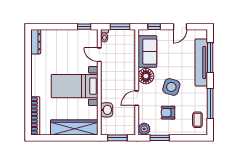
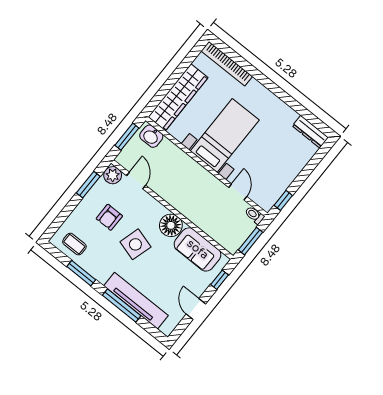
door: (99, 55) -> (238, 192), hinge flipped
window: (210, 58) -> (122, 306), moved
door: (137, 98) -> (136, 180), moved
window: (210, 104) -> (81, 273), width x0.69
washbasin: (107, 110) -> (151, 136), moved
armchair: (168, 113) -> (109, 217), turned 180

